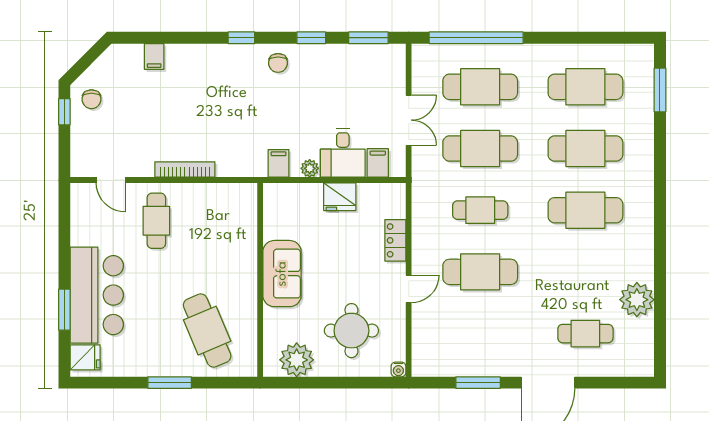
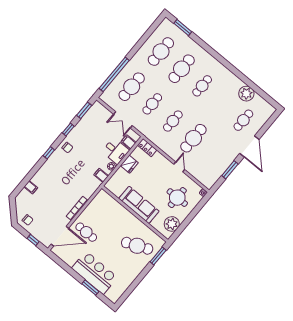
window: (64, 112) -> (33, 240), moved
double door: (409, 120) -> (123, 120), swing flipped
cafe table: (480, 149) -> (152, 104), width x0.73, depth x0.74
door: (111, 180) -> (60, 236), width x1.88
cafe table: (585, 210) -> (202, 86), width x0.73, depth x0.74
locker: (395, 240) -> (147, 148), moved
sofa: (282, 274) -> (139, 205), width x1.36
fridge: (85, 357) -> (112, 294), removed
window: (170, 383) -> (158, 256), moved

